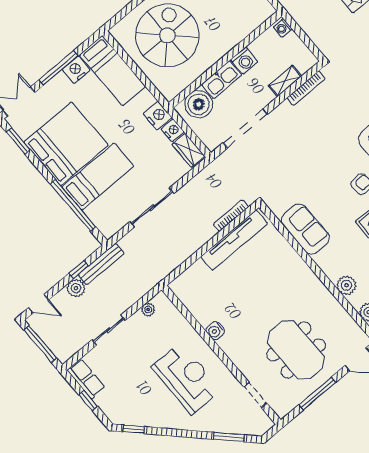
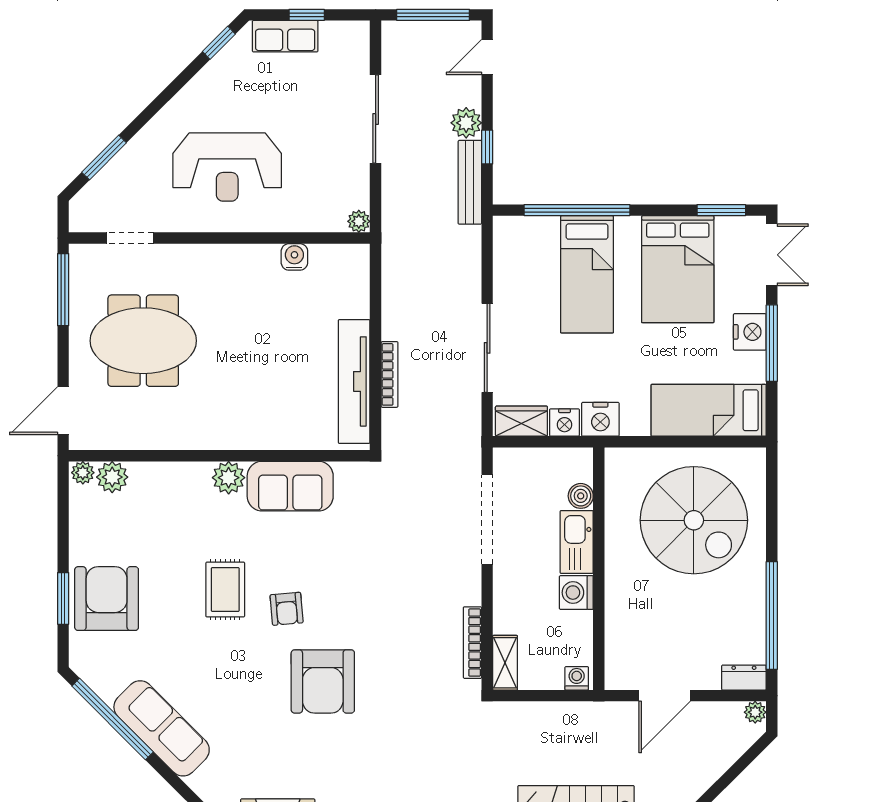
nightstand: (76, 70) -> (750, 332), moved
shelving: (285, 81) -> (505, 663), moved
boiler: (199, 104) -> (581, 496), width x0.54, depth x0.54
bed: (66, 144) -> (678, 269), width x0.73
sliding door: (152, 208) -> (487, 348), moved
bookcase: (231, 216) -> (390, 374), moved
plant: (346, 285) -> (229, 478), moved
plant: (148, 310) -> (359, 221), moved
sliding door: (109, 330) -> (376, 119), width x1.37
water cooler: (215, 331) -> (294, 257), moved
row of seats: (86, 379) -> (285, 36), moved
window: (317, 394) -> (63, 290), moved

